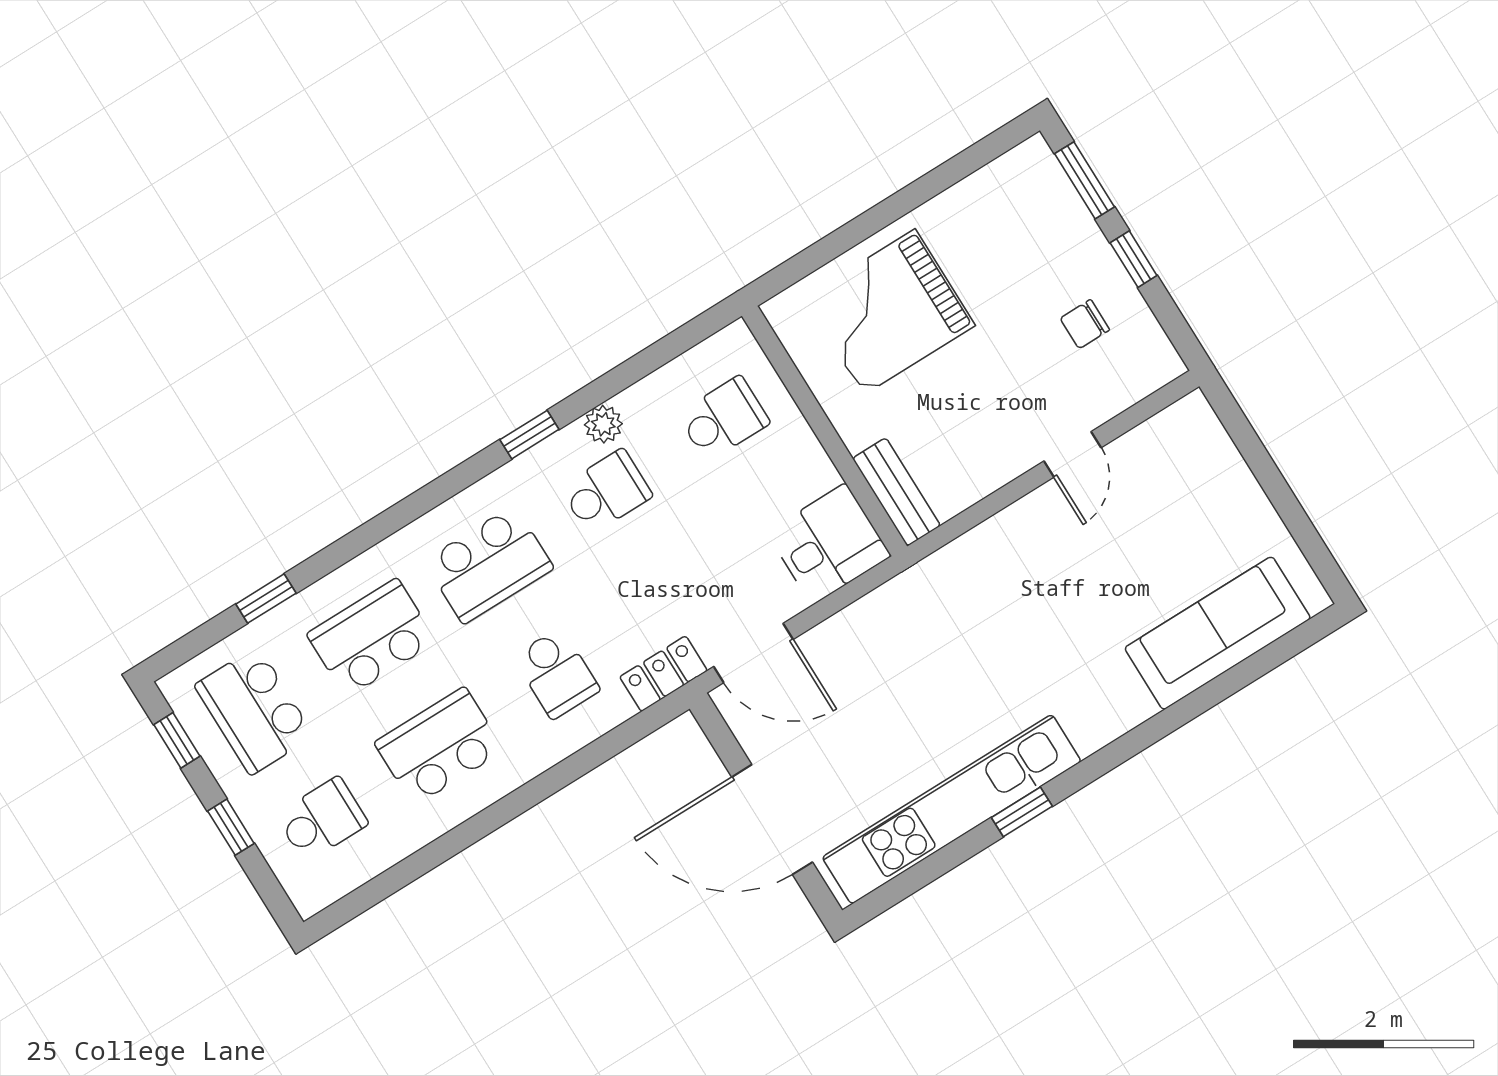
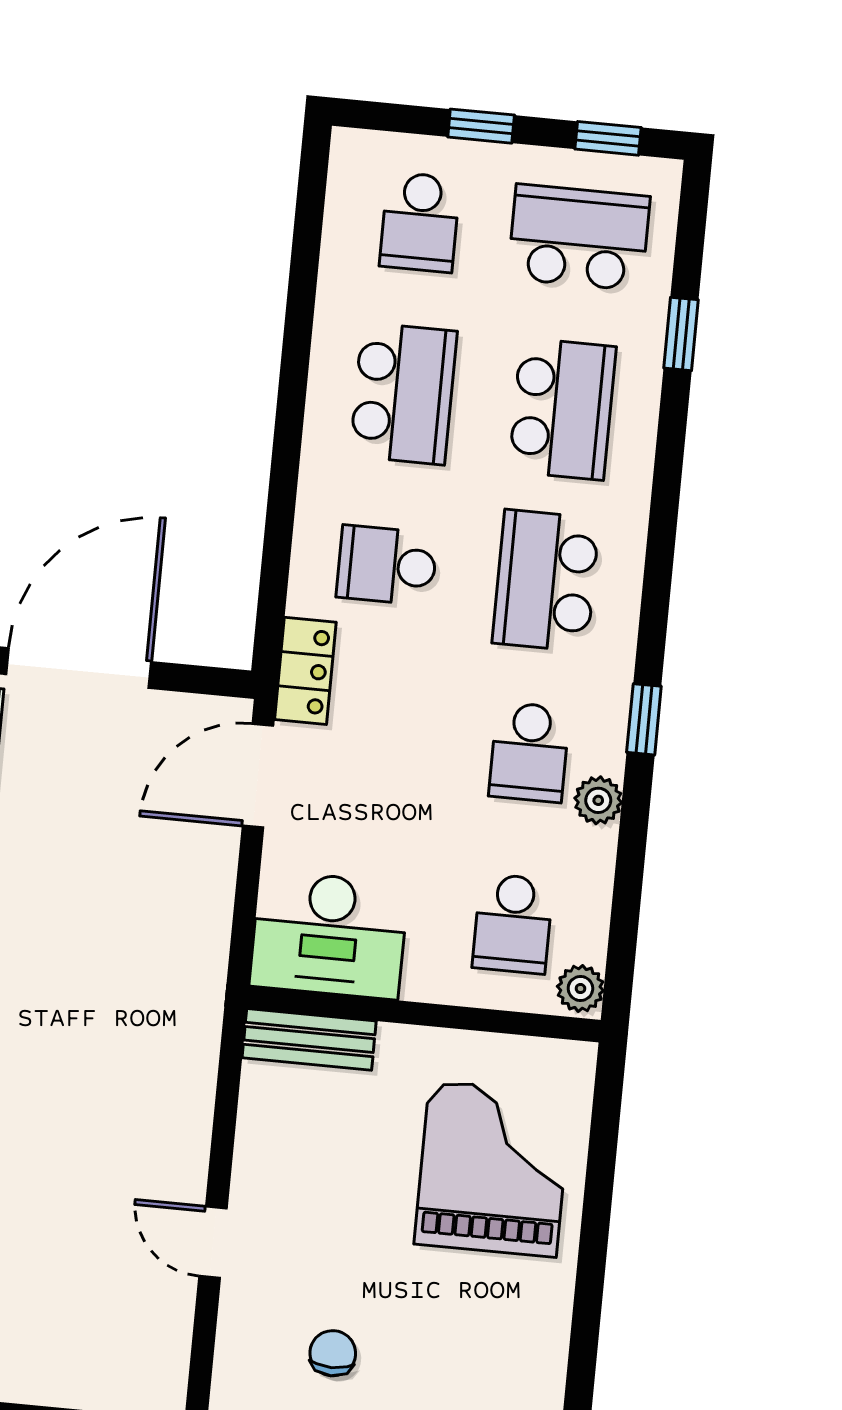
plant: (732, 344) -> (580, 988), added
desk: (829, 544) -> (329, 935), width x1.37

